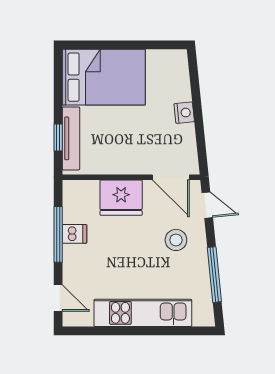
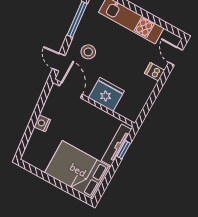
window: (58, 234) -> (155, 93), removed
dishwasher: (75, 234) -> (154, 72), moved

